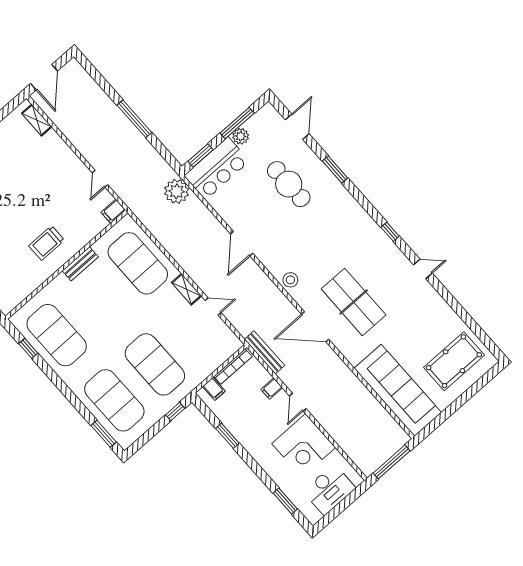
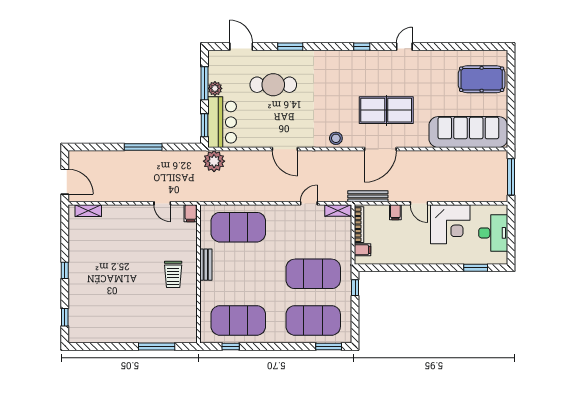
shelving: (187, 289) -> (338, 211), moved
pool table: (454, 361) -> (482, 79), turned 90
window: (227, 436) -> (401, 268), removed

